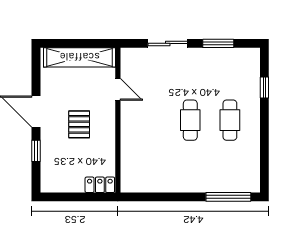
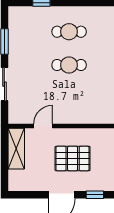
shelving: (80, 57) -> (16, 149), width x0.68
pallet: (79, 124) -> (73, 159), width x1.50, depth x1.42

